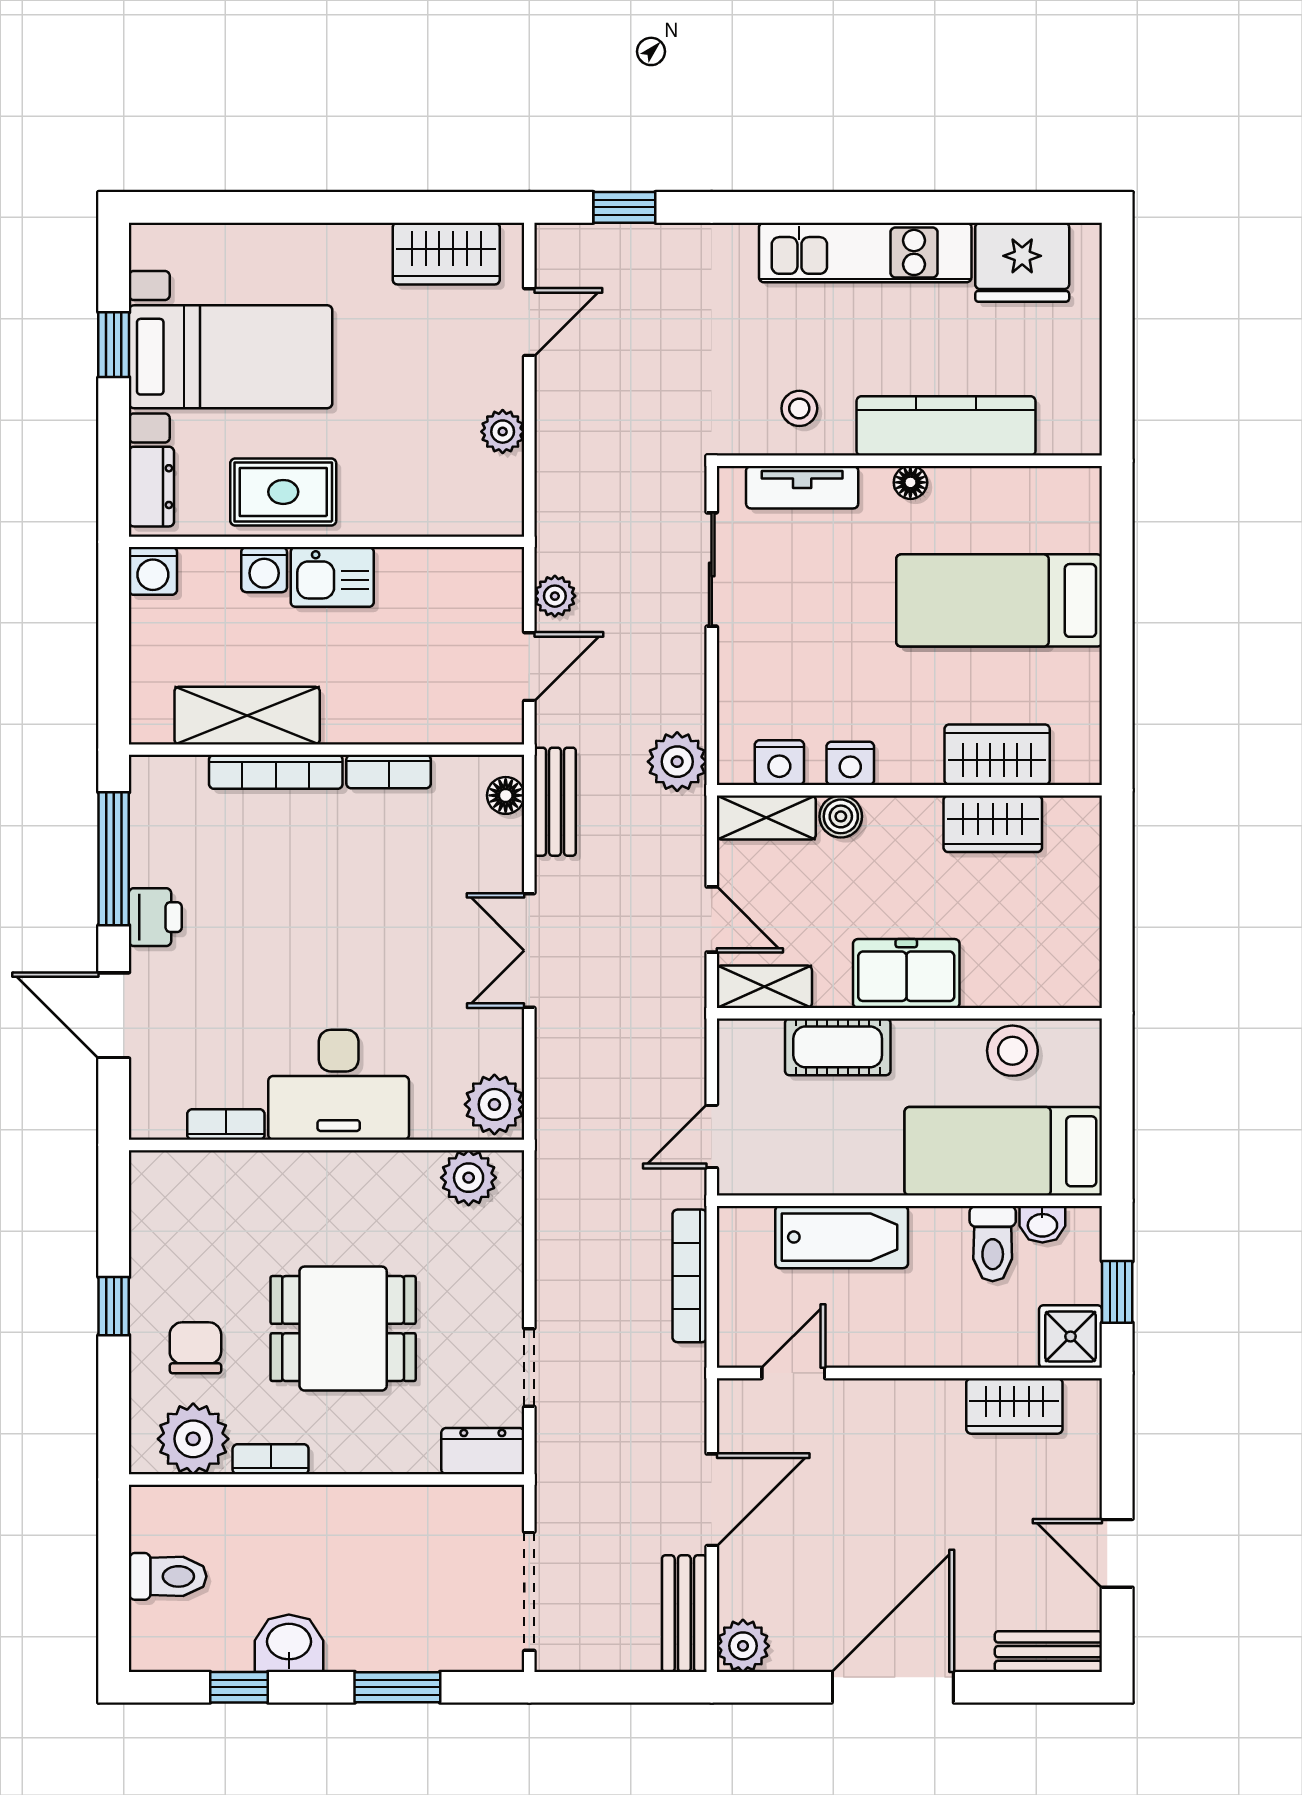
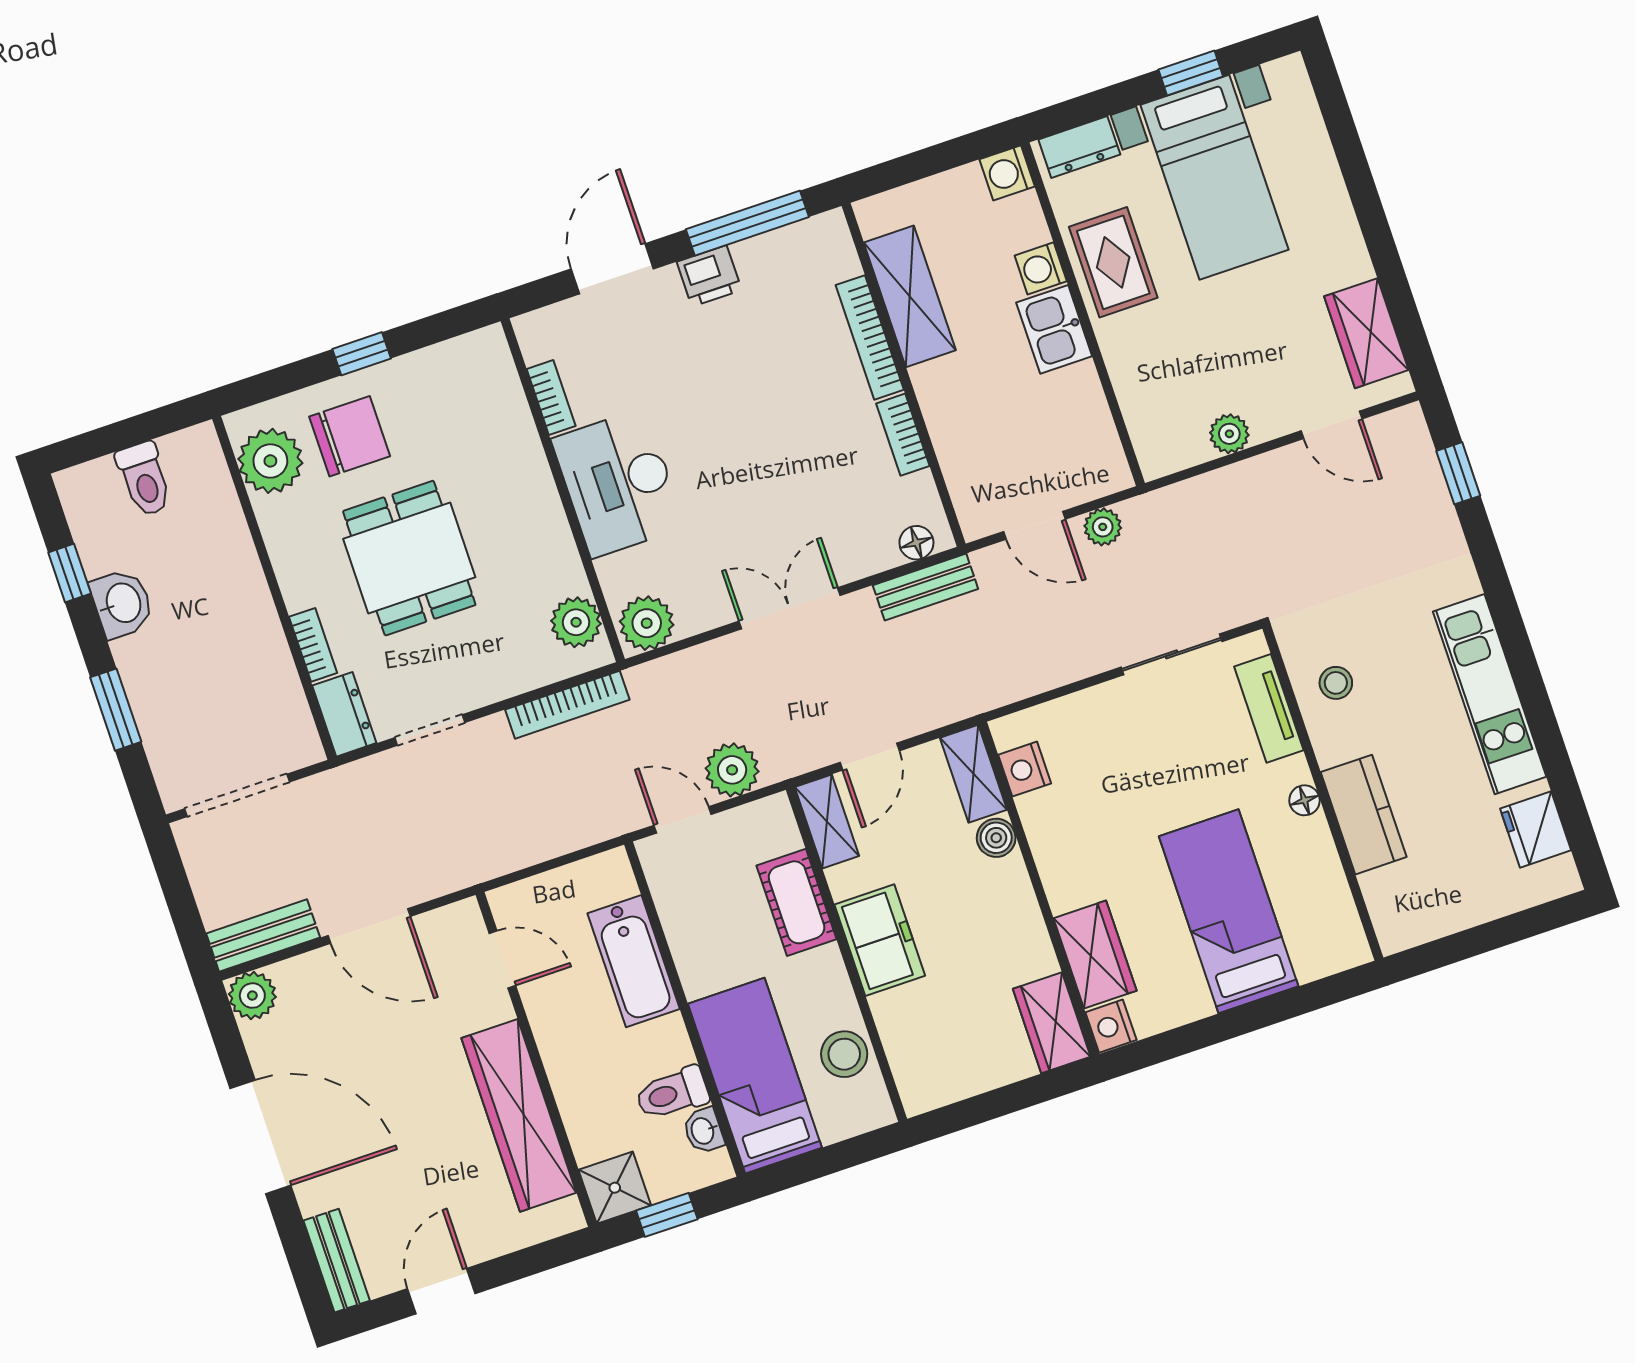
fridge: (1022, 262) -> (1536, 829), width x0.73, depth x0.75
kitchen counter: (946, 426) -> (1364, 815), width x0.67
plant: (677, 762) -> (732, 770), moved
nightstand: (850, 763) -> (1111, 1026), moved
wardrobe: (993, 824) -> (1052, 1023), moved
bookcase: (690, 1276) -> (567, 705), moved, turned 180
chair: (195, 1348) -> (350, 436), width x1.37, depth x1.37
wardrobe: (1014, 1406) -> (519, 1115), width x2.10, depth x1.17
bookcase: (271, 1459) -> (313, 645), moved

